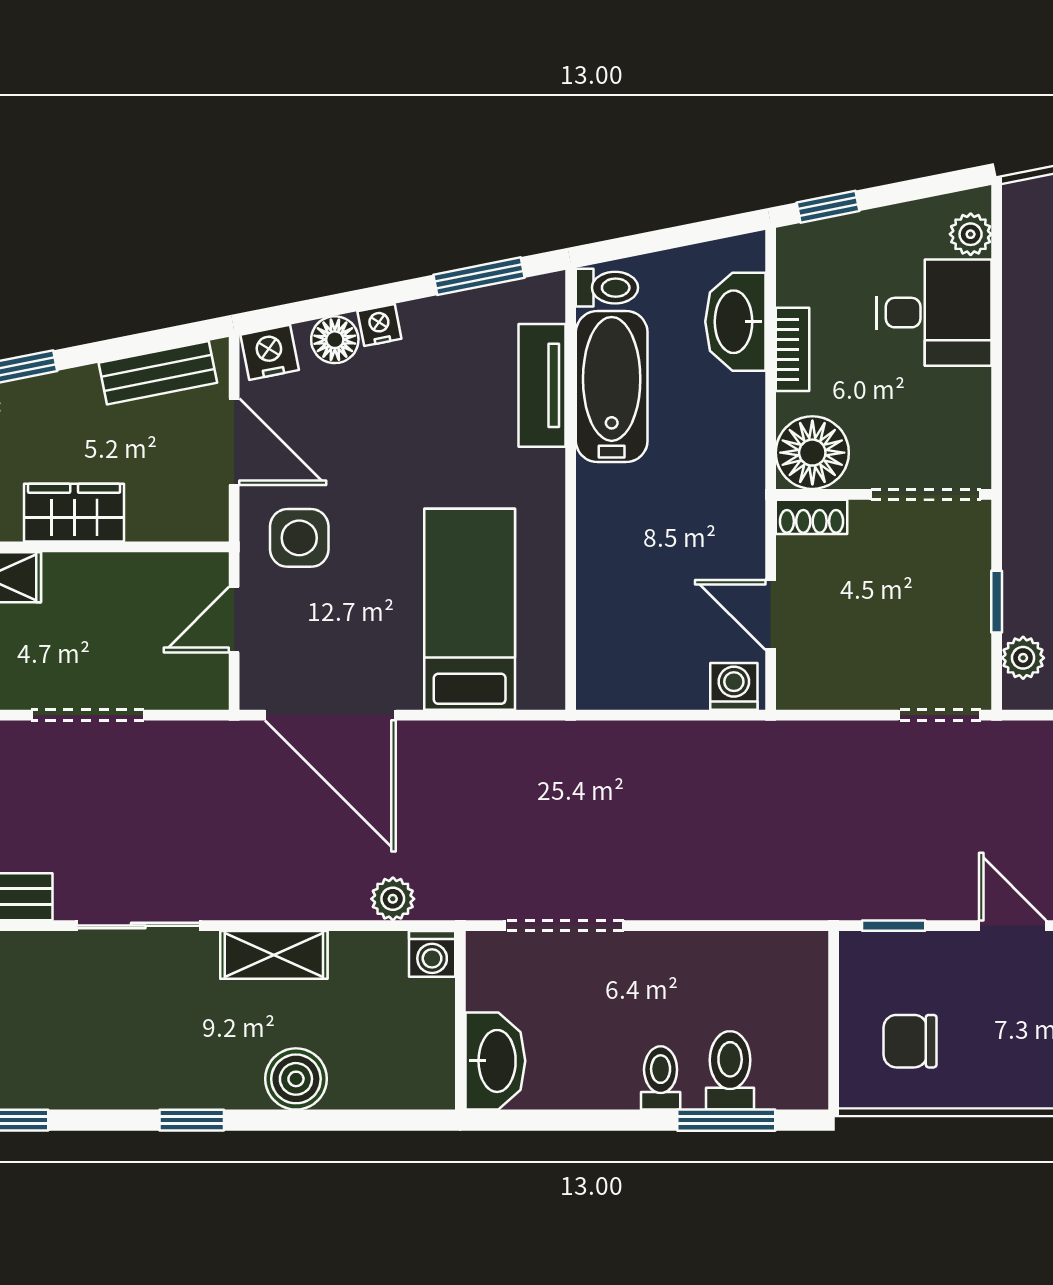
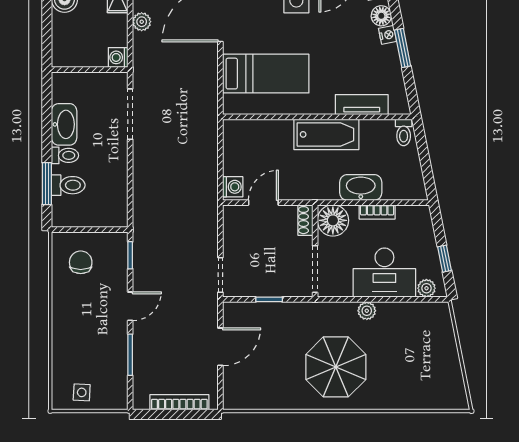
window: (828, 207) -> (445, 259), moved
window: (479, 276) -> (403, 48), moved
desk: (934, 313) -> (384, 273), width x1.37
washbasin: (735, 322) -> (361, 187), moved
bathtub: (612, 387) -> (326, 134), moved
plant: (1023, 658) -> (367, 311), moved
plant: (393, 899) -> (142, 22), moved
washbasin: (495, 1061) -> (64, 124), moved, turned -90

